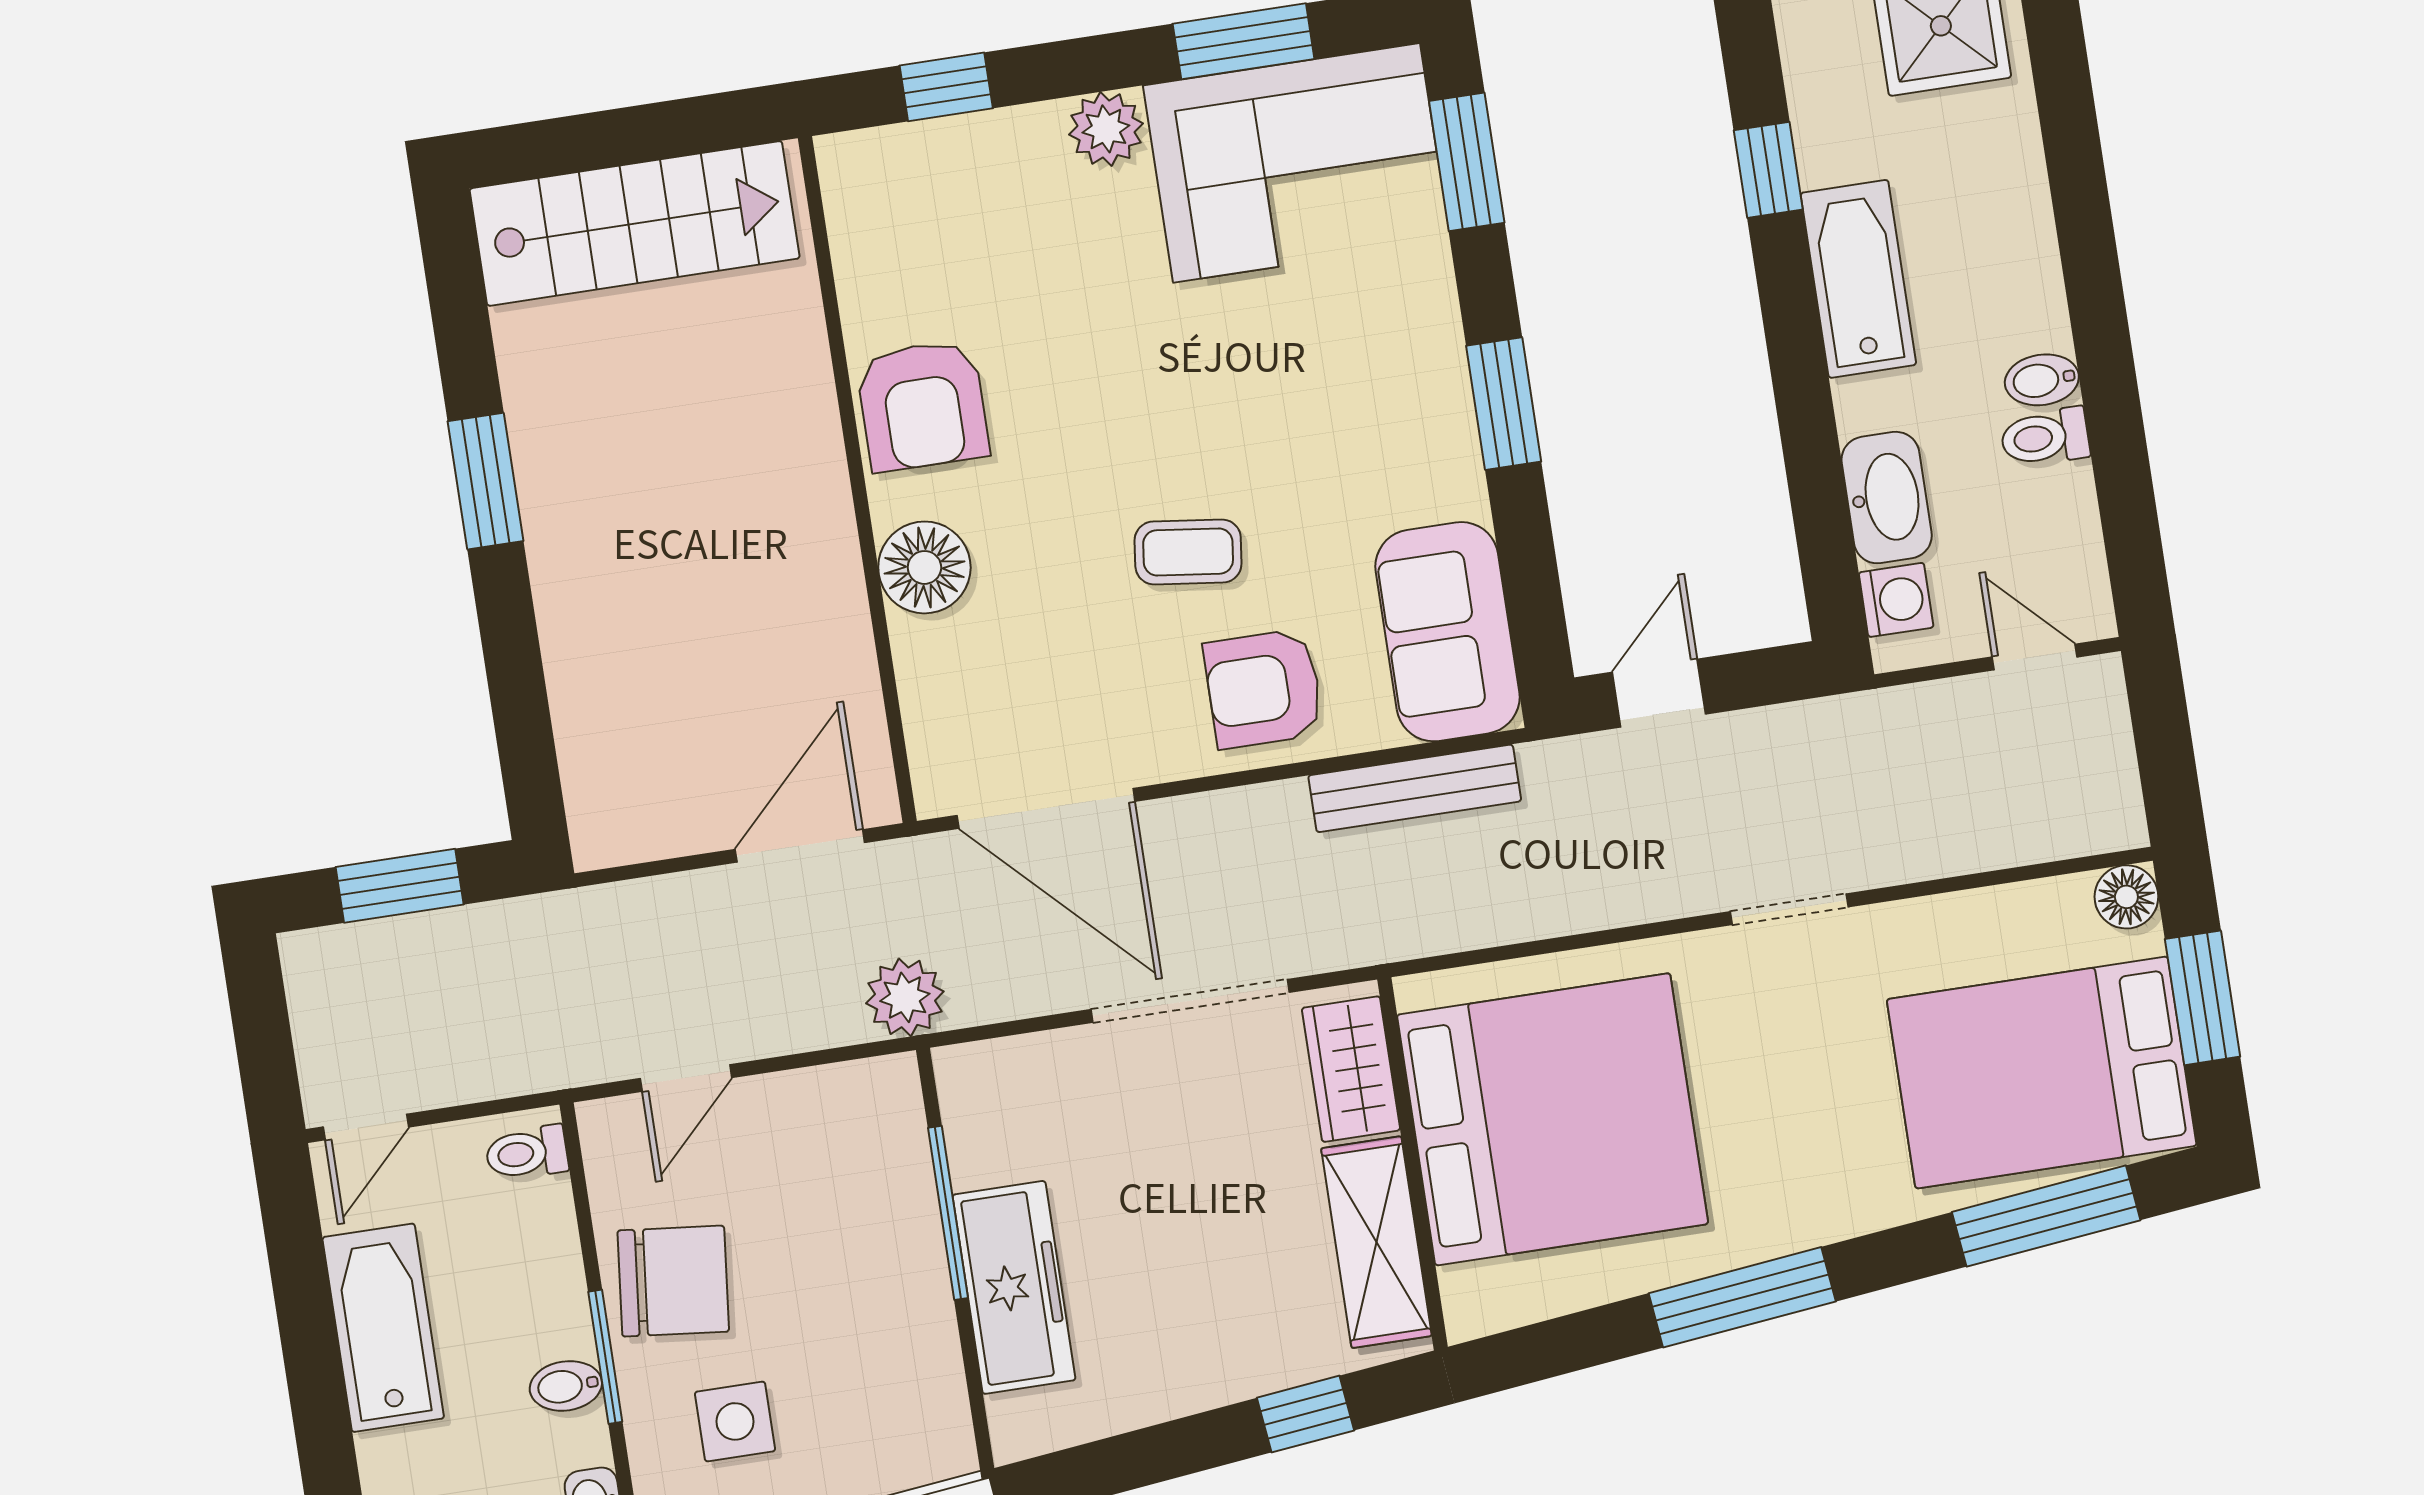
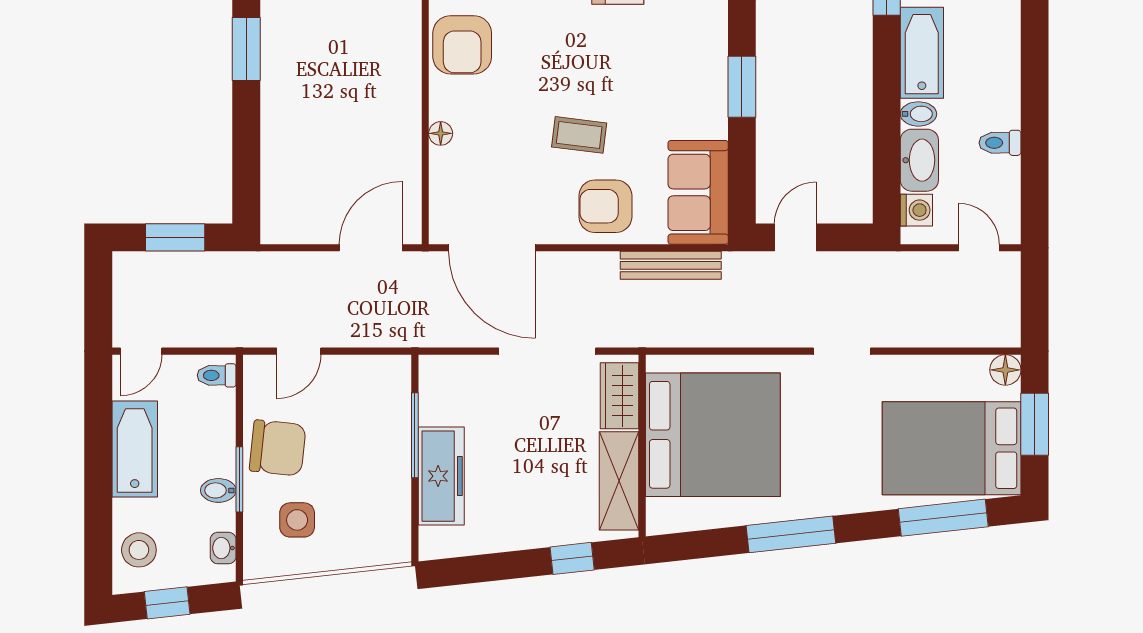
bidet: (2042, 380) -> (918, 114), moved, turned 180
floor lamp: (924, 567) -> (441, 133), width x0.53, depth x0.53
plant: (905, 997) -> (410, 328), removed

